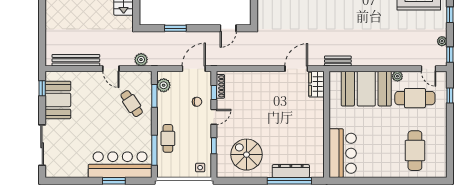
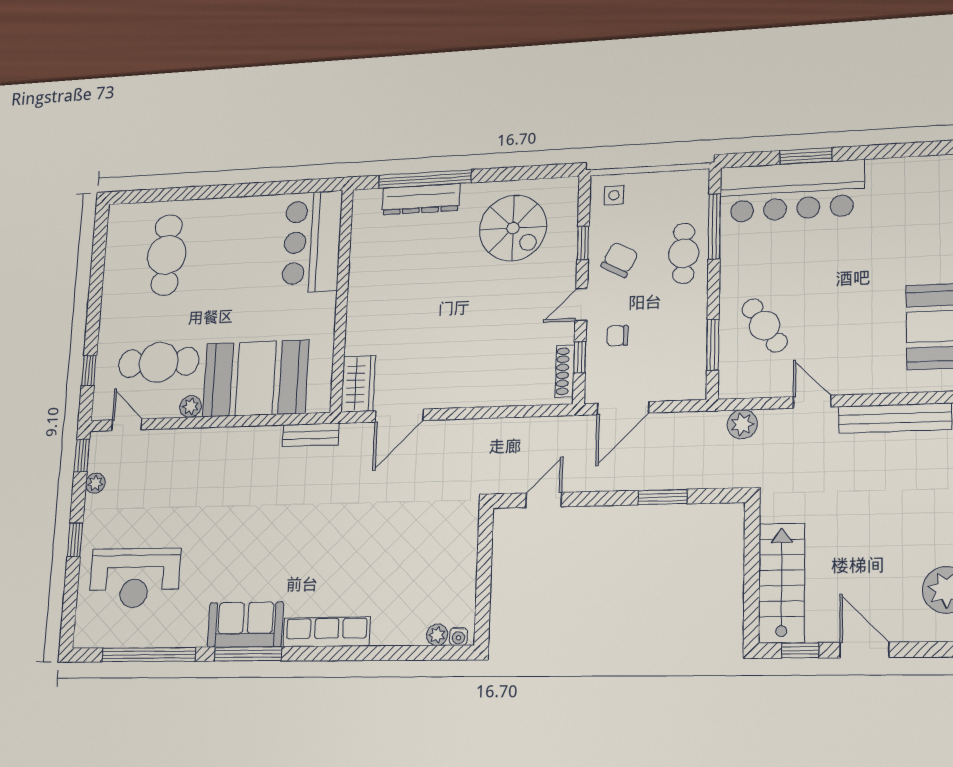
plant: (164, 85) -> (691, 369), removed
chair: (197, 137) -> (620, 260), added

